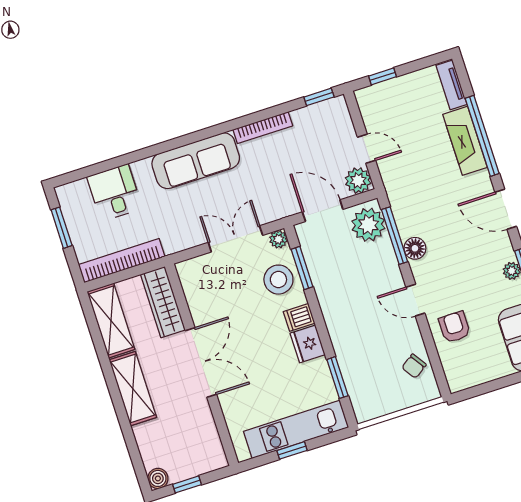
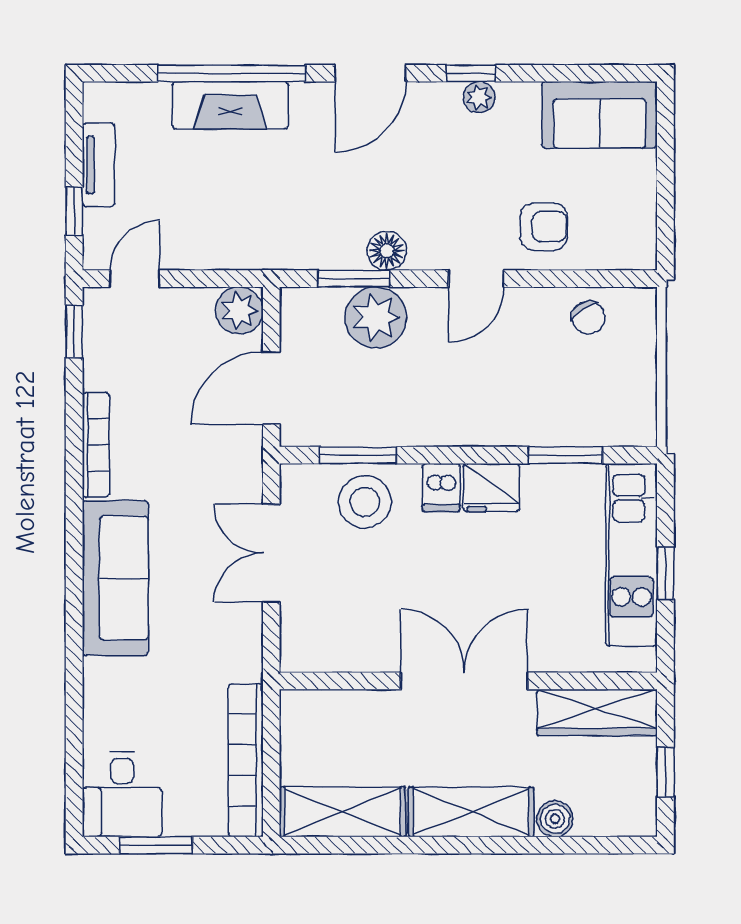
tv unit: (452, 85) -> (98, 165), moved, turned -90
door: (367, 149) -> (135, 279), moved
desk: (115, 193) -> (122, 794), moved, turned -90
plant: (368, 225) -> (376, 317), moved
window: (395, 236) -> (354, 279), width x0.69
plant: (278, 239) -> (296, 480), removed
wardrobe: (163, 302) -> (597, 712), moved
armchair: (455, 327) -> (544, 226), turned 180
boiler: (158, 478) -> (555, 819), moved

